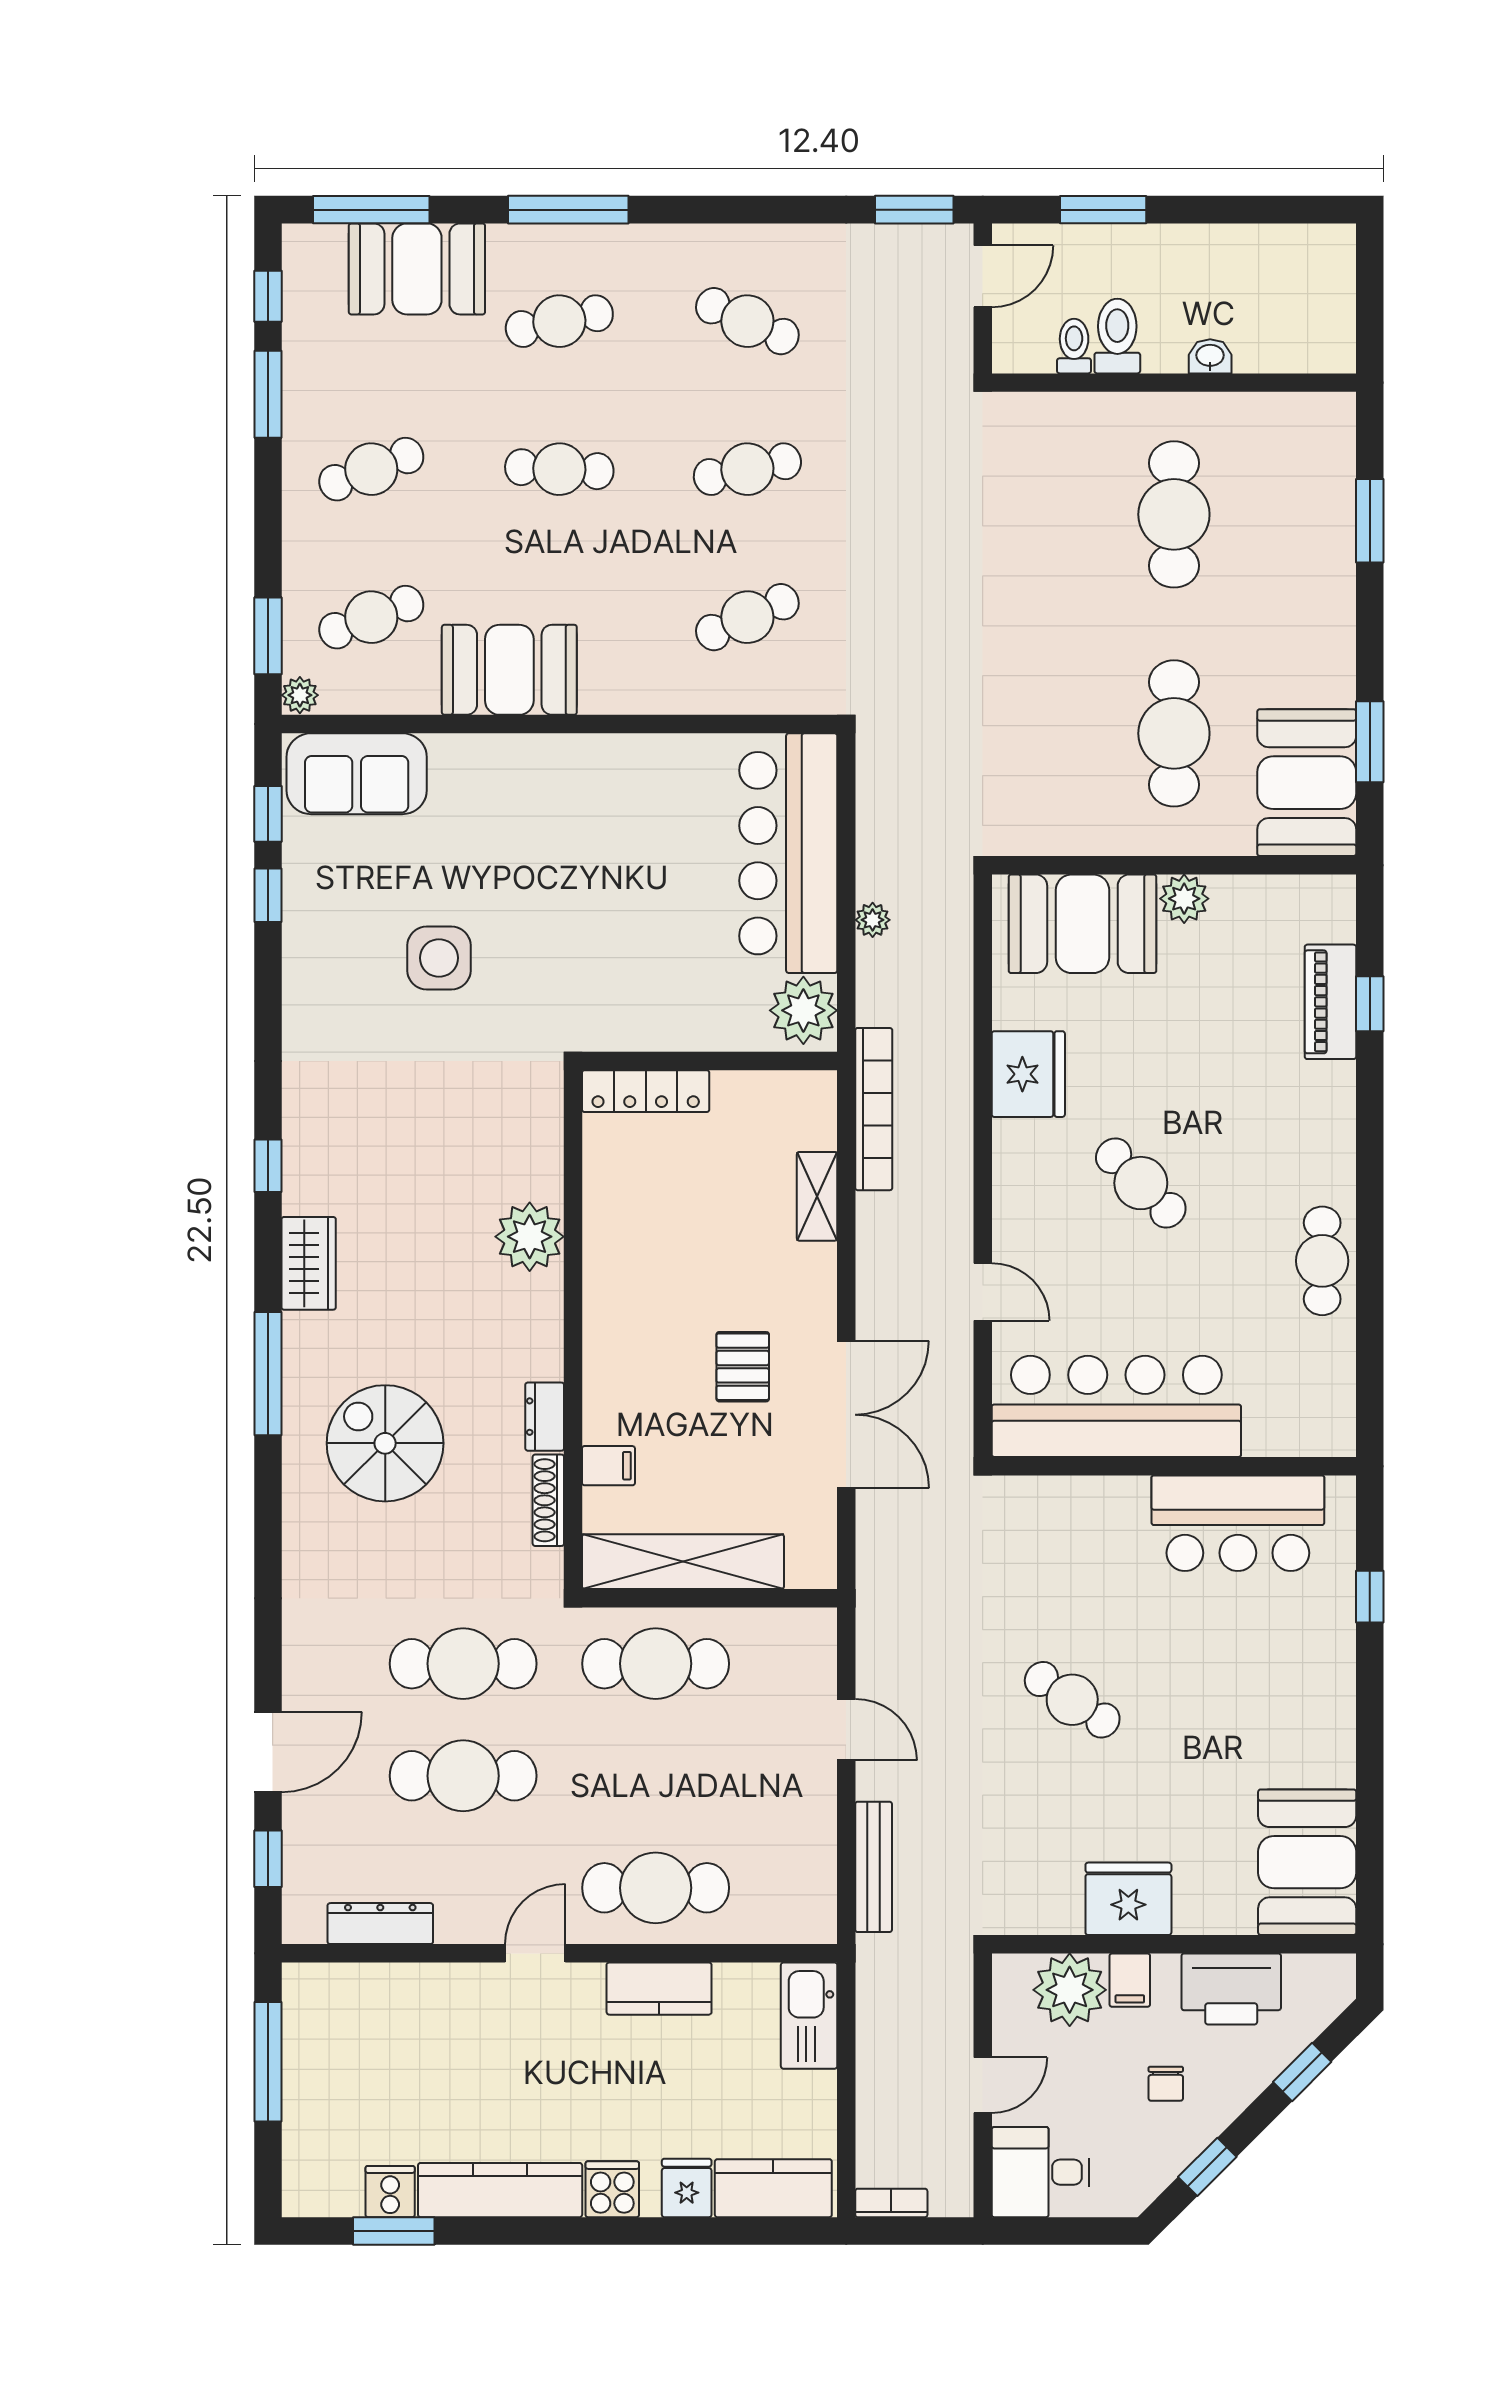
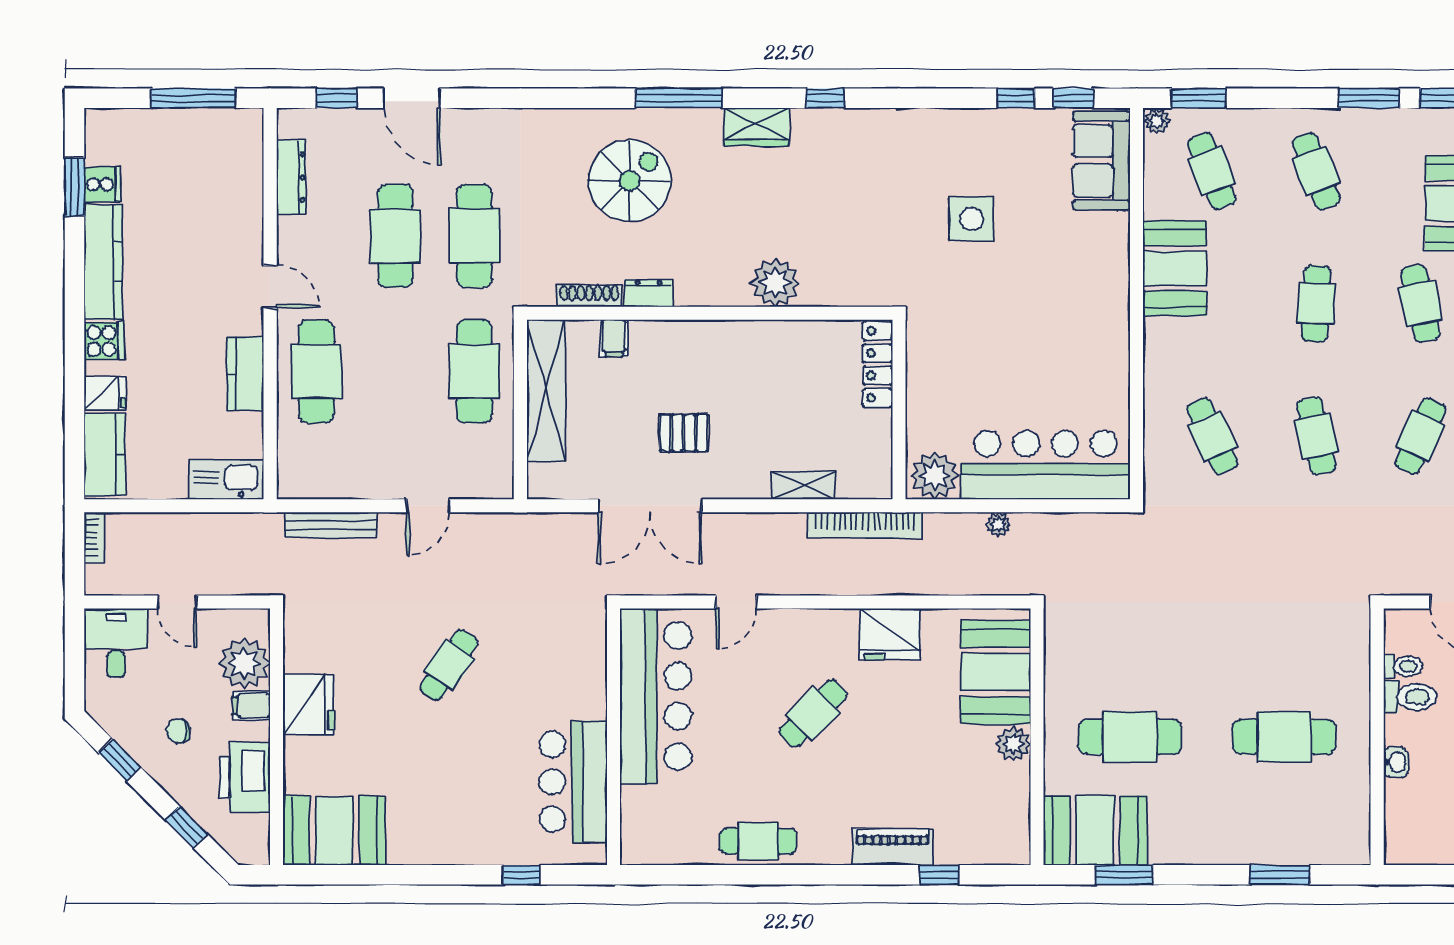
piano: (1330, 1002) -> (892, 847), moved

